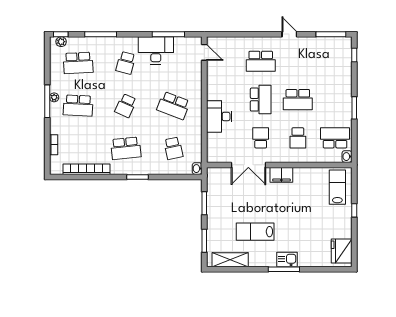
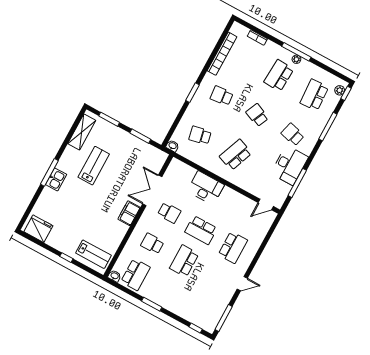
school desk: (261, 61) -> (233, 247), turned 180
school desk: (126, 148) -> (222, 96), width x0.54

